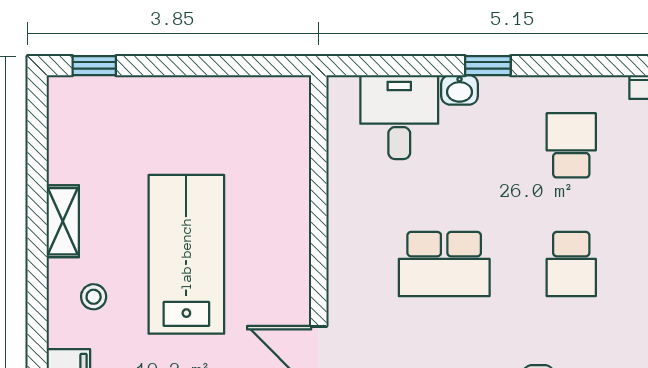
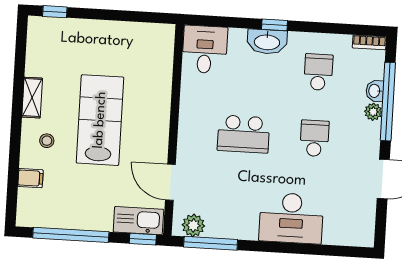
washbasin: (460, 90) -> (267, 42), width x1.91, depth x1.45
desk: (399, 117) -> (205, 49), moved
school desk: (571, 264) -> (314, 138), turned 180

